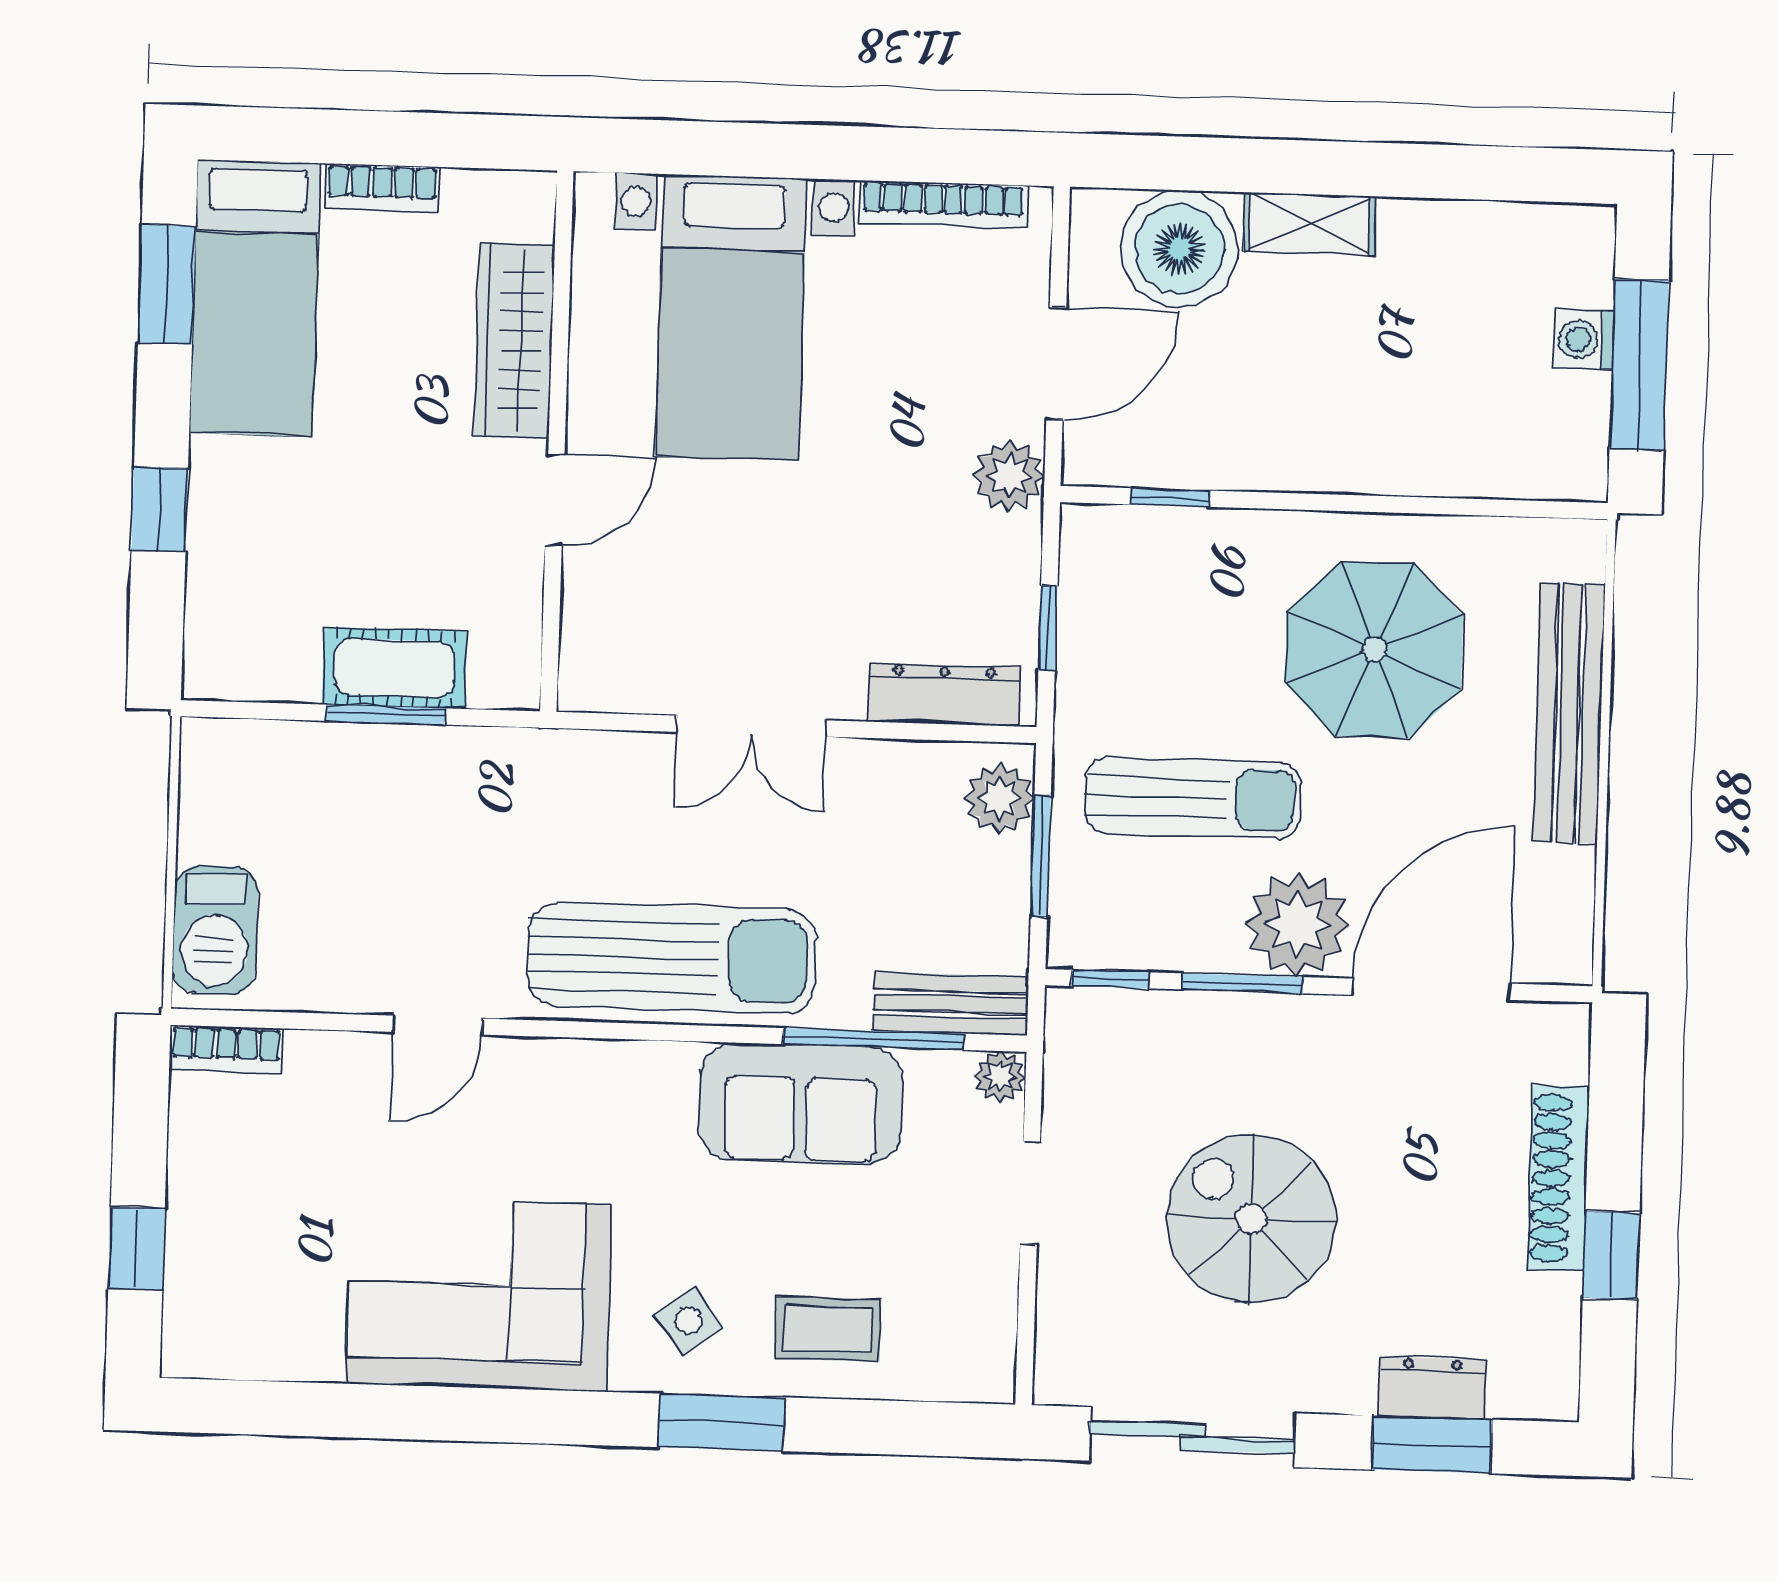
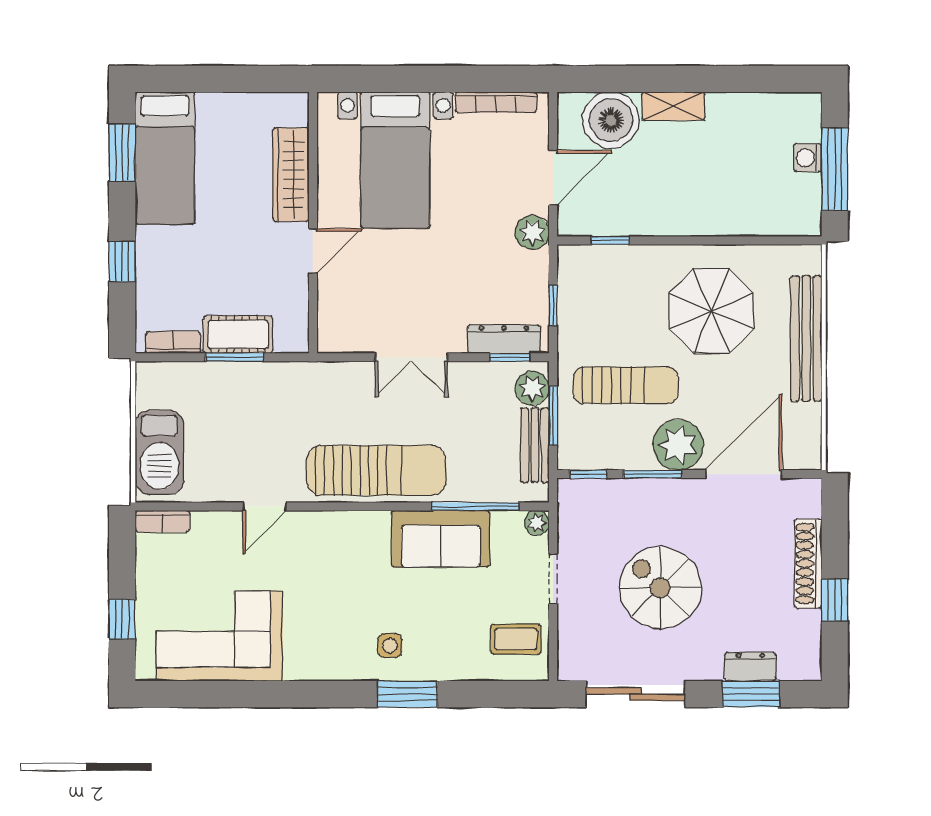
bookcase: (382, 188) -> (173, 342), moved, turned 180
window: (955, 733) -> (510, 357), added
barbecue: (215, 930) -> (159, 453), width x1.37, depth x1.21
bench: (951, 1004) -> (535, 445), moved, turned 90
corner sofa: (479, 1294) -> (220, 636), moved
side table: (689, 1321) -> (390, 646), turned 37
coffee table: (828, 1329) -> (516, 639), moved

